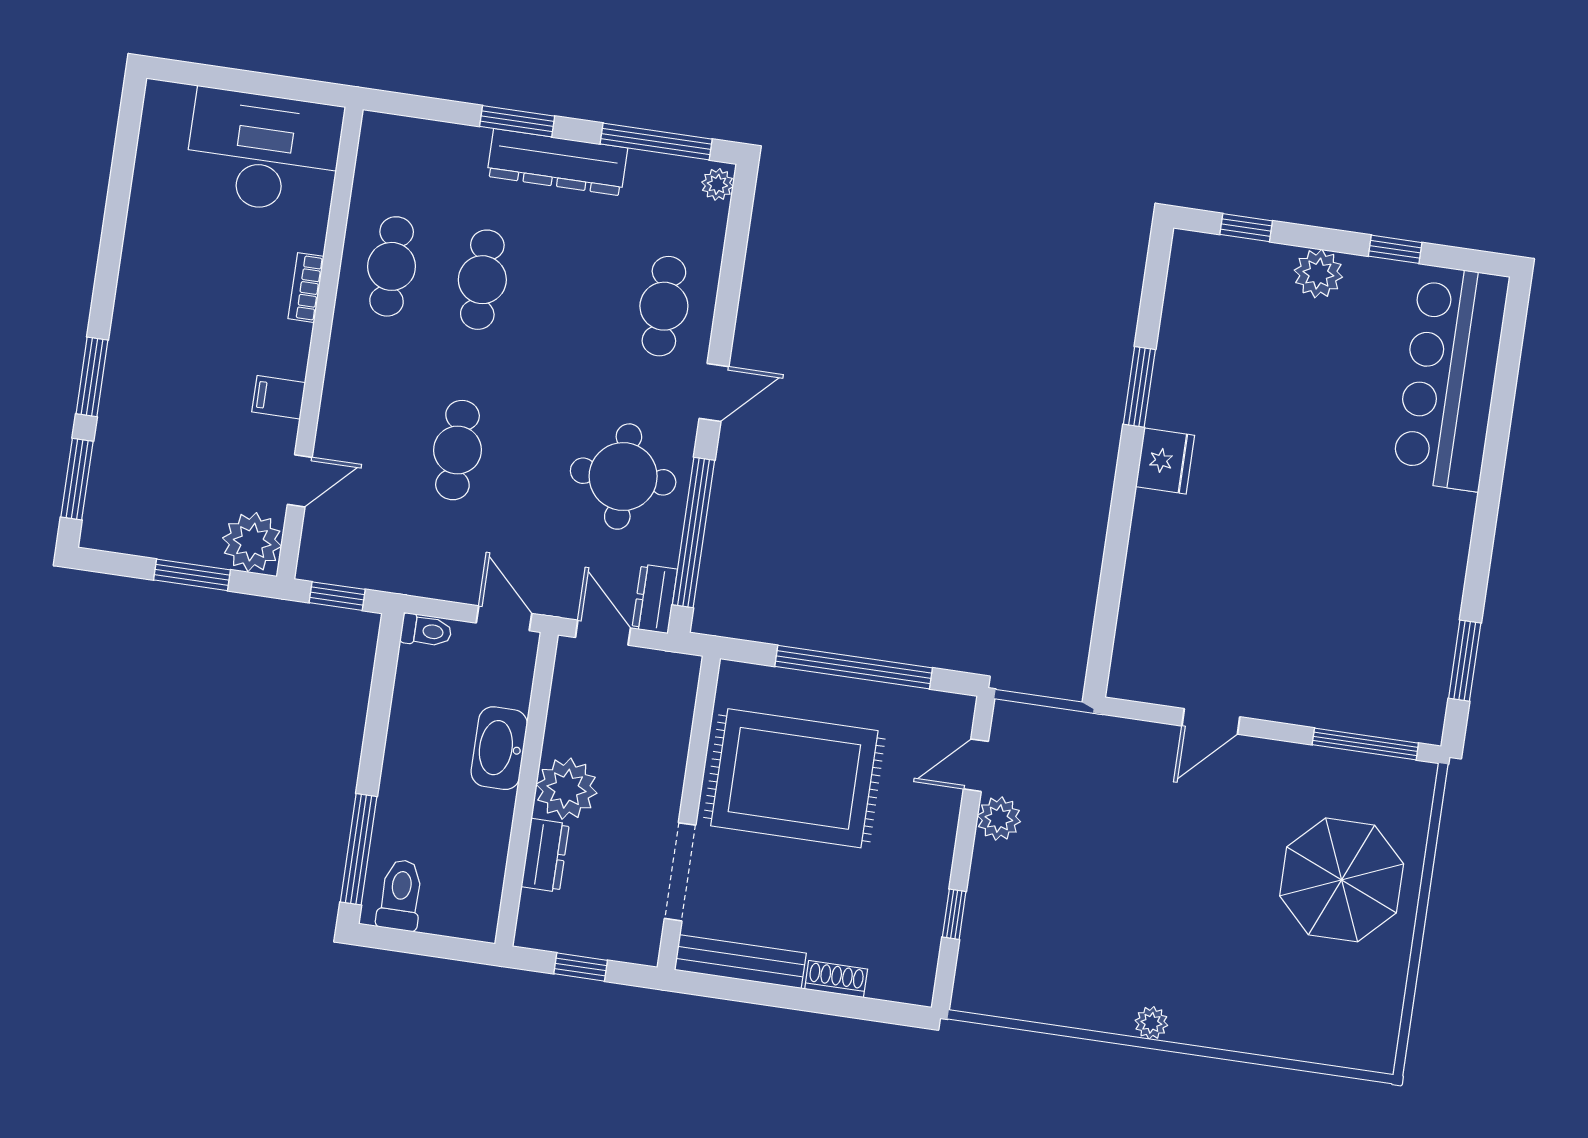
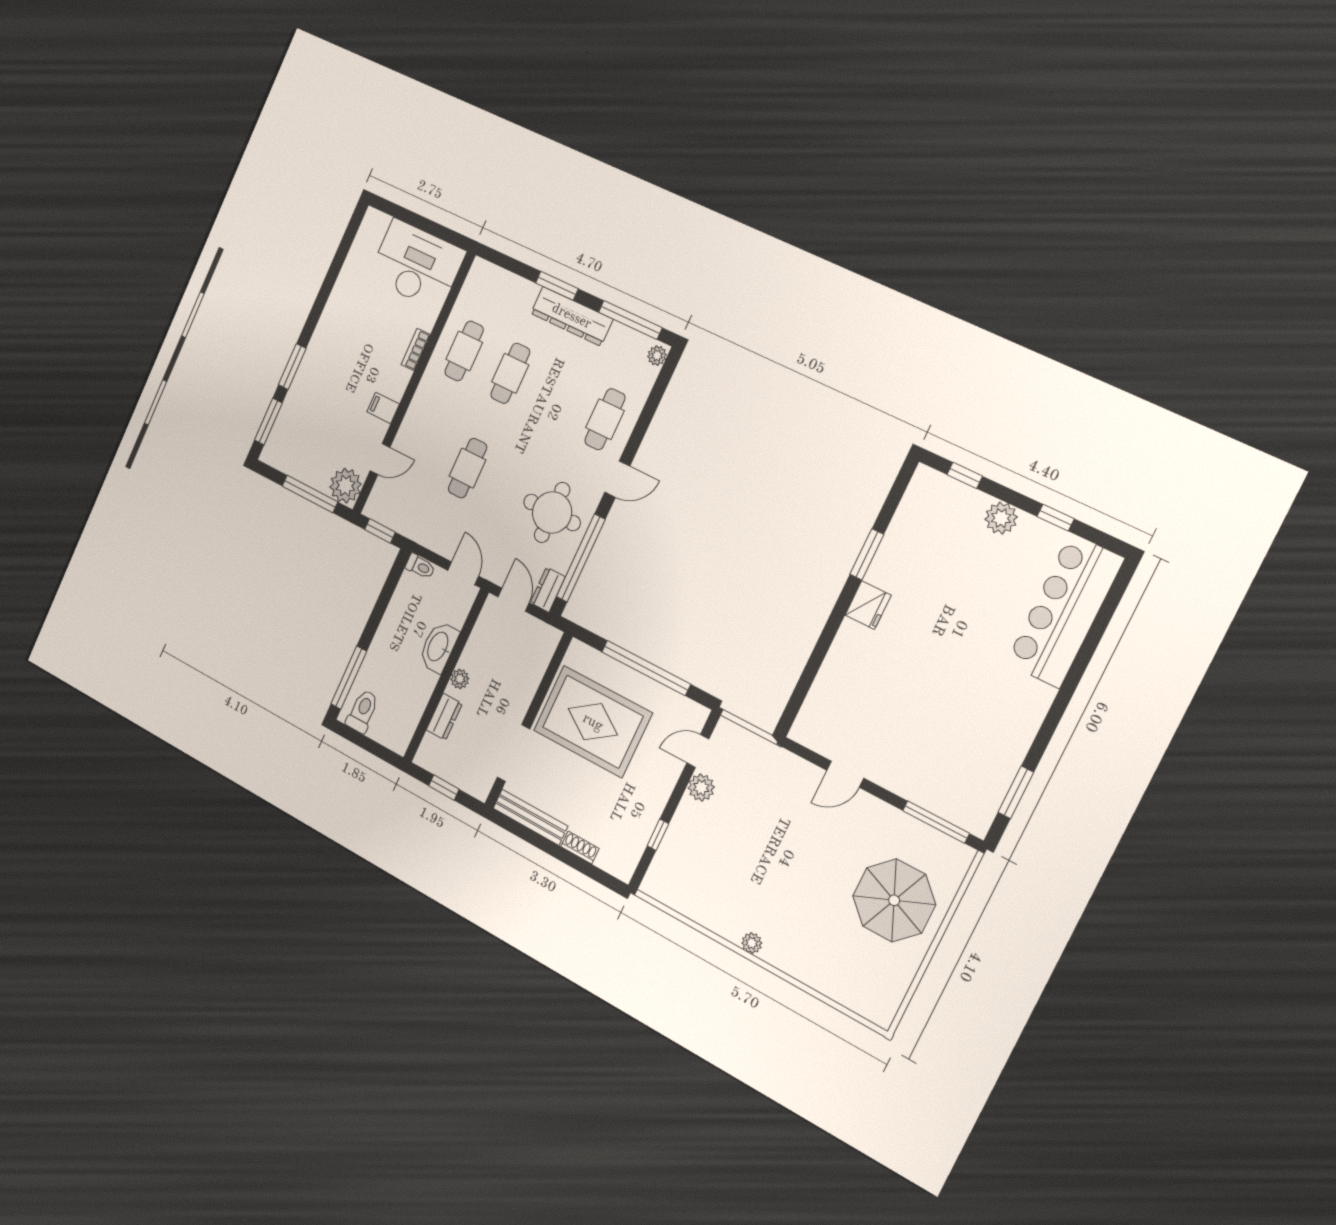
window: (192, 575) -> (310, 494), width x1.44
plant: (566, 789) -> (460, 679), width x0.53, depth x0.53

